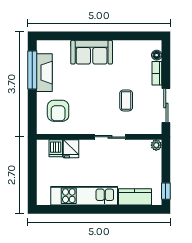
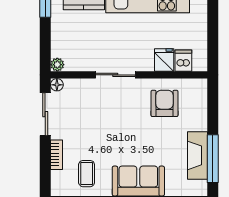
floor lamp: (157, 55) -> (57, 85), moved
coffee table: (126, 100) -> (87, 174), moved
armchair: (58, 111) -> (164, 103), moved

